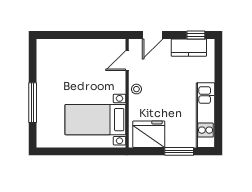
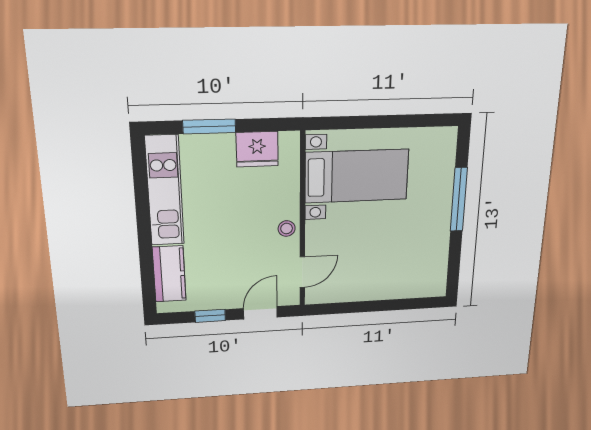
window: (196, 35) -> (210, 316), moved
kitchen counter: (189, 48) -> (169, 274), moved, turned 90
fridge: (149, 134) -> (257, 149), width x0.73, depth x0.75

